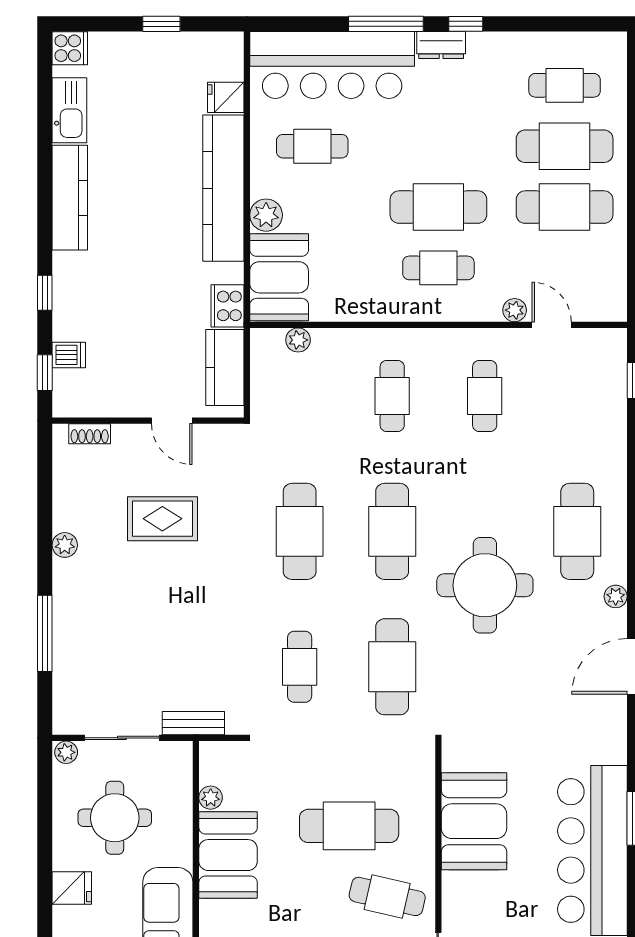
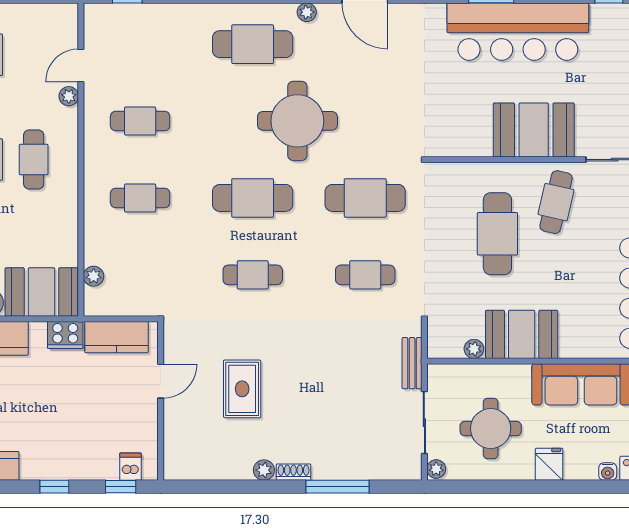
dishwasher: (69, 355) -> (131, 467), moved
shoe rack: (90, 434) -> (293, 472), moved, turned -90
cafe table: (300, 531) -> (253, 275), width x0.73, depth x0.74
booth: (474, 821) -> (534, 130), moved

